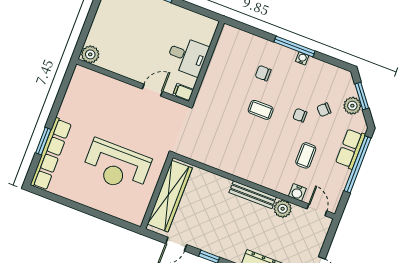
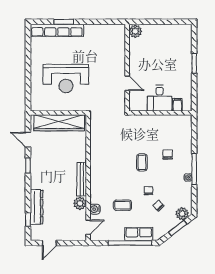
filing cabinet: (183, 92) -> (177, 105), moved
plant: (352, 106) -> (182, 214), moved
reception desk: (117, 166) -> (66, 79), turned -90

